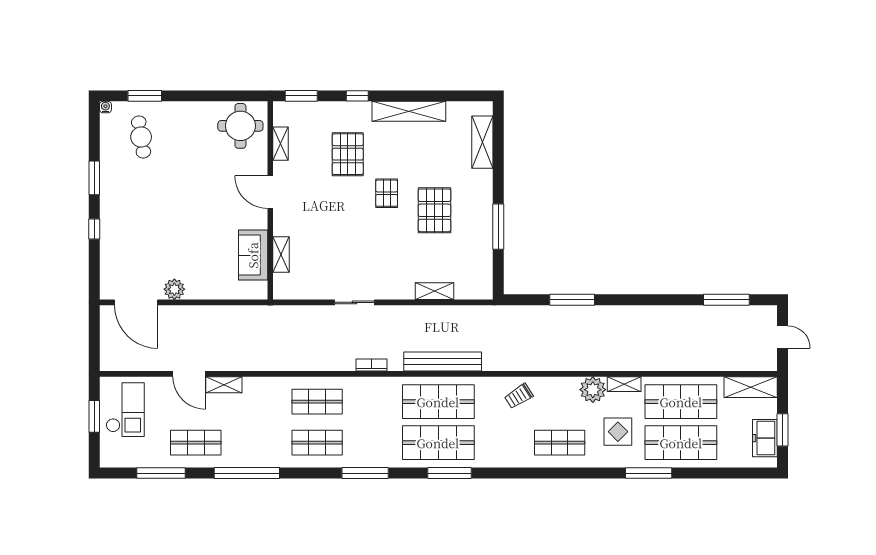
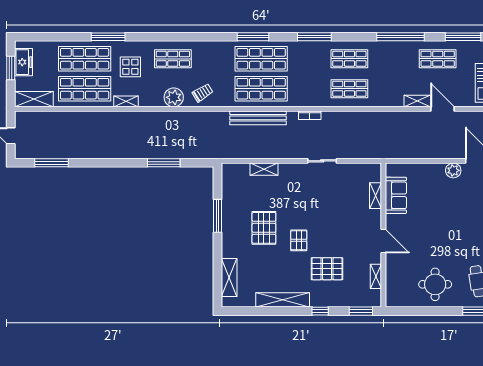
round table: (240, 126) -> (435, 284), moved
pallet: (348, 154) -> (327, 269), turned 90
plant: (593, 390) -> (174, 97), moved

